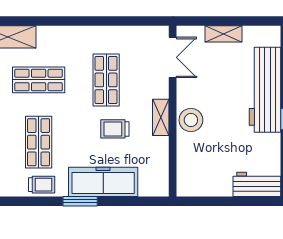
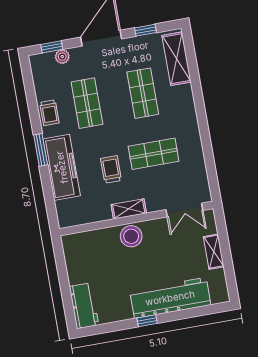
shop shelf: (39, 142) -> (87, 103), turned 90

